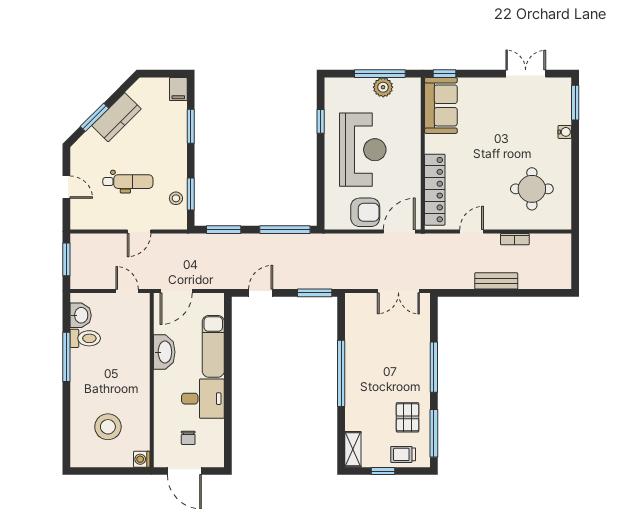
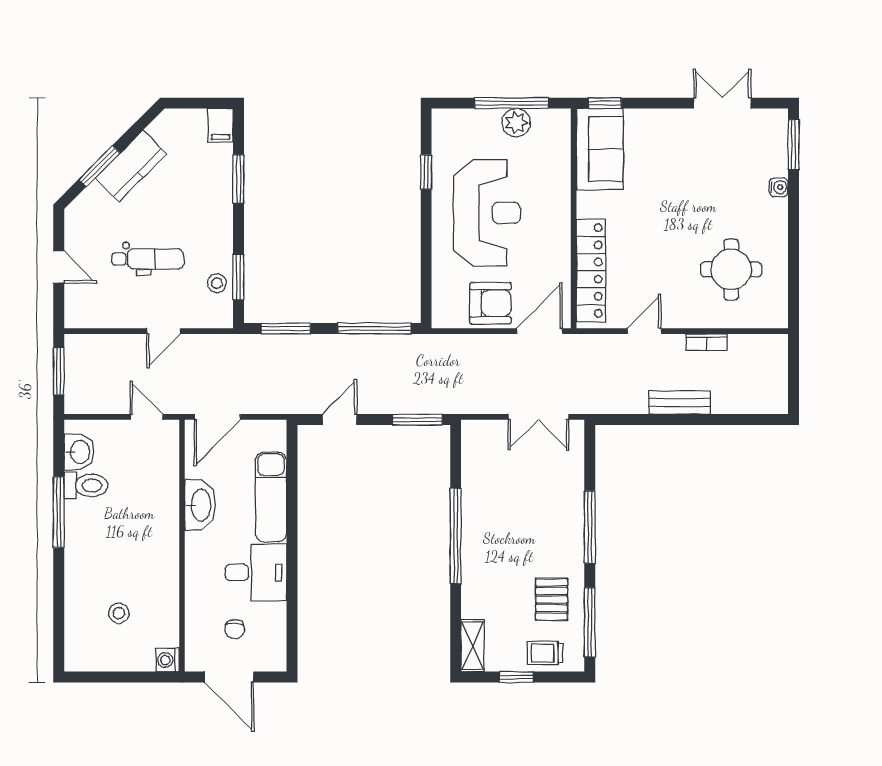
stool: (108, 427) -> (119, 613), width x0.53, depth x0.53

